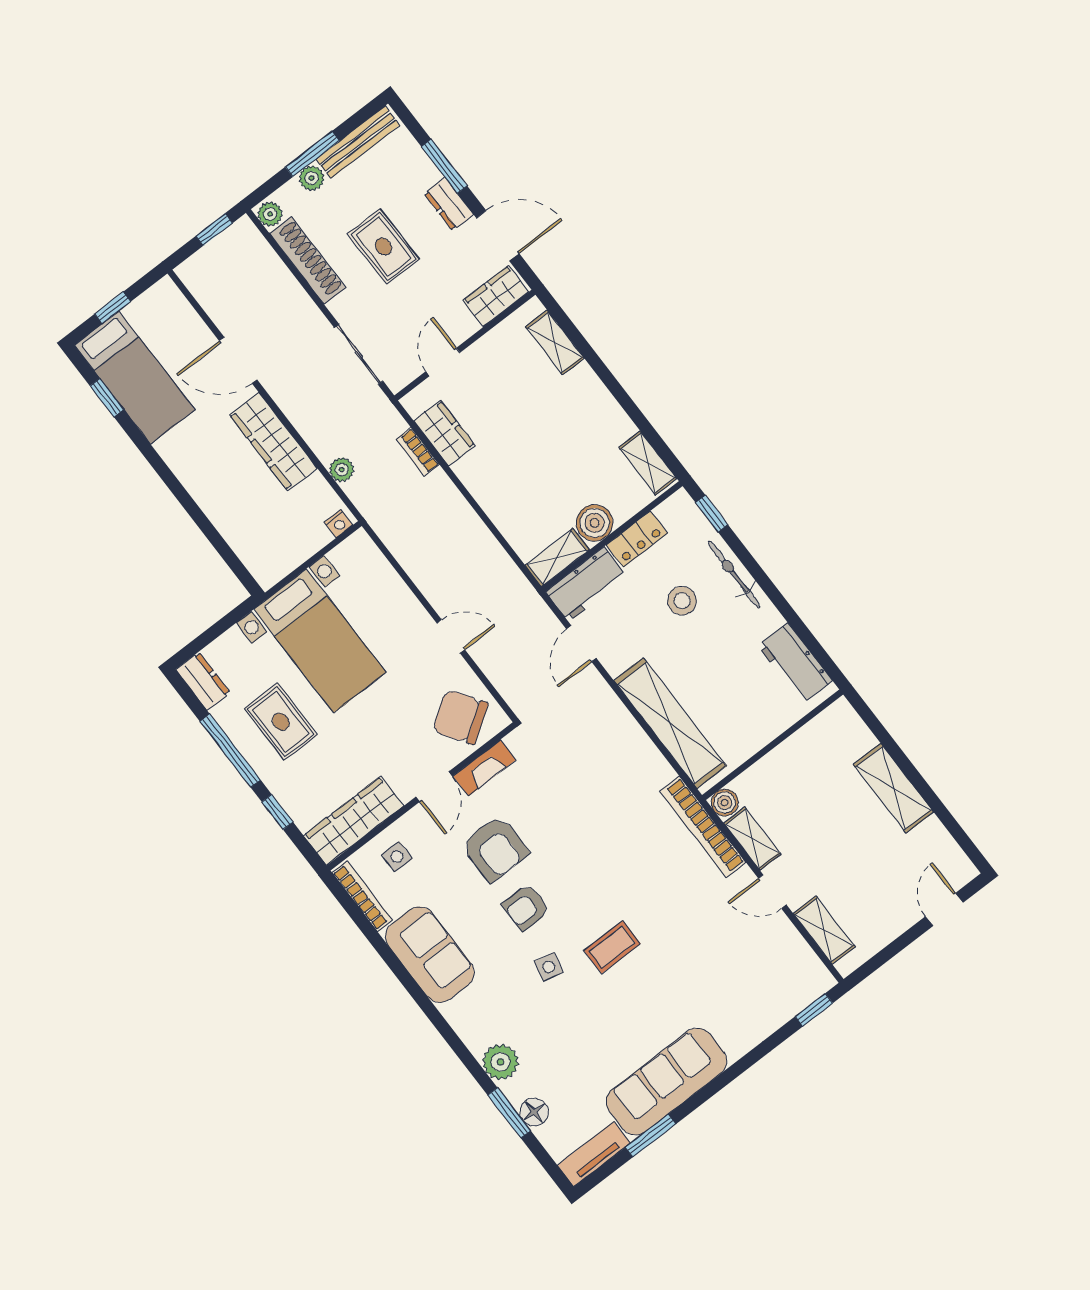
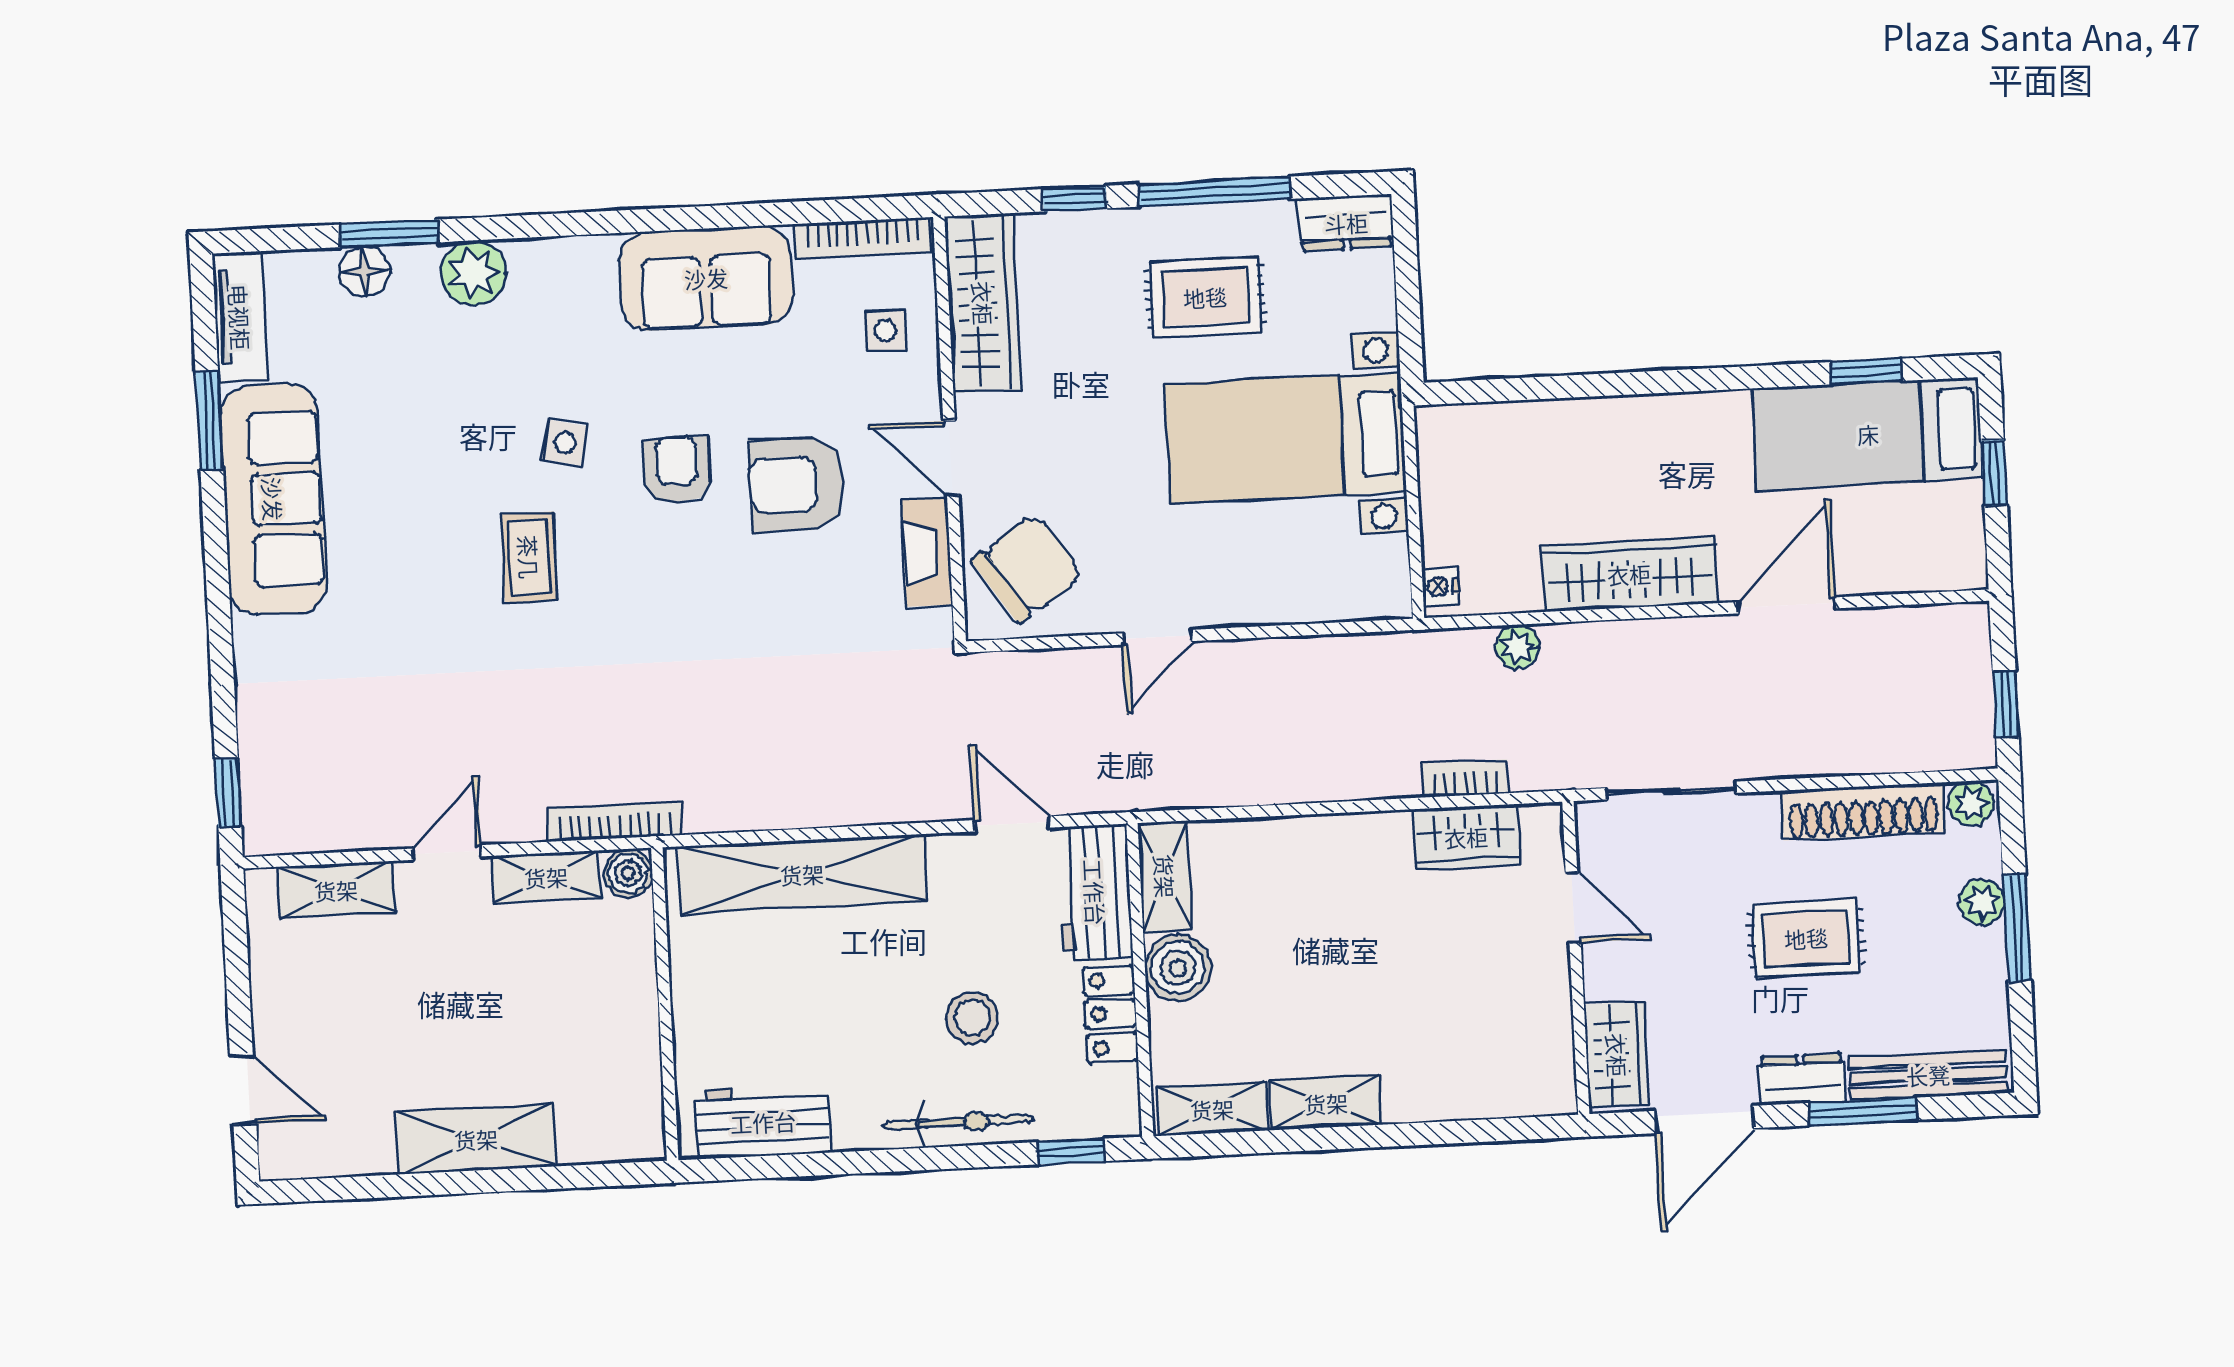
bench: (358, 142) -> (1928, 1075), moved, turned 90
shelving: (555, 342) -> (1326, 1103), moved
bookcase: (703, 827) -> (615, 821), width x0.68, depth x0.76

